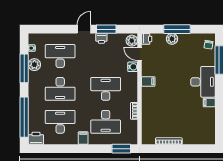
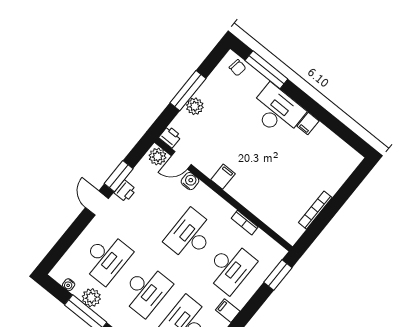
desk: (60, 56) -> (106, 258), turned 180

